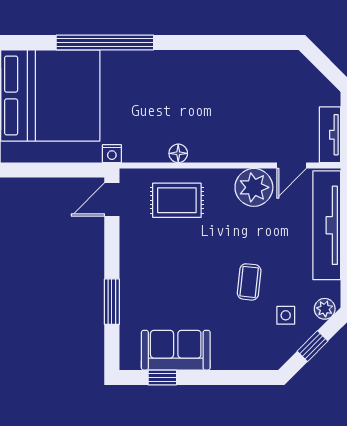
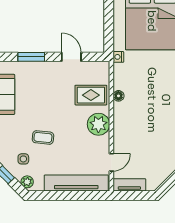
door: (292, 166) -> (111, 162), swing flipped
plant: (254, 187) -> (98, 124), moved
door: (112, 199) -> (71, 57), moved
rug: (177, 200) -> (91, 95), turned 90

